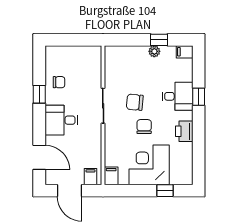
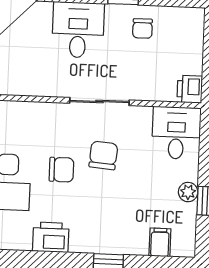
filing cabinet: (185, 52) -> (160, 242), moved
printer: (94, 53) -> (190, 89), added
desk: (178, 96) -> (176, 133), moved, turned 180

